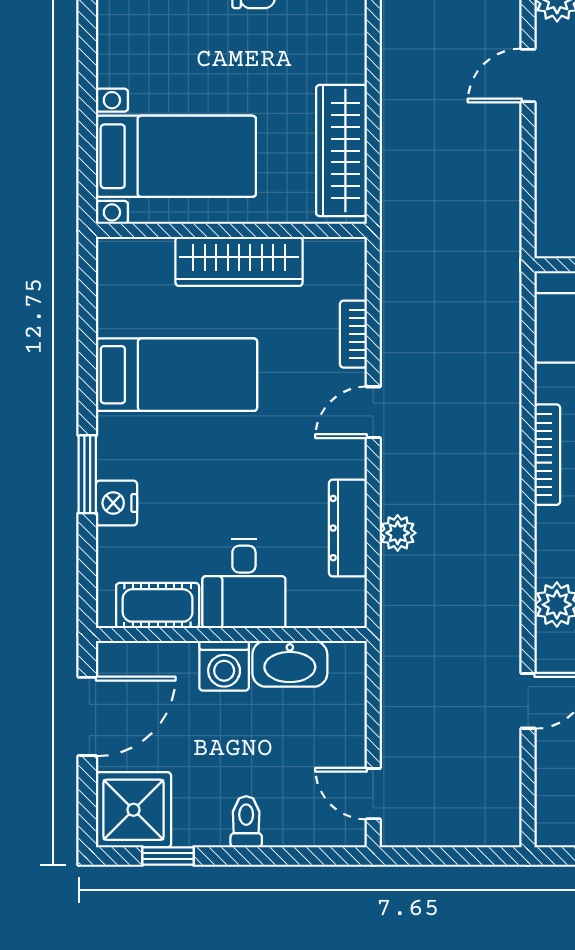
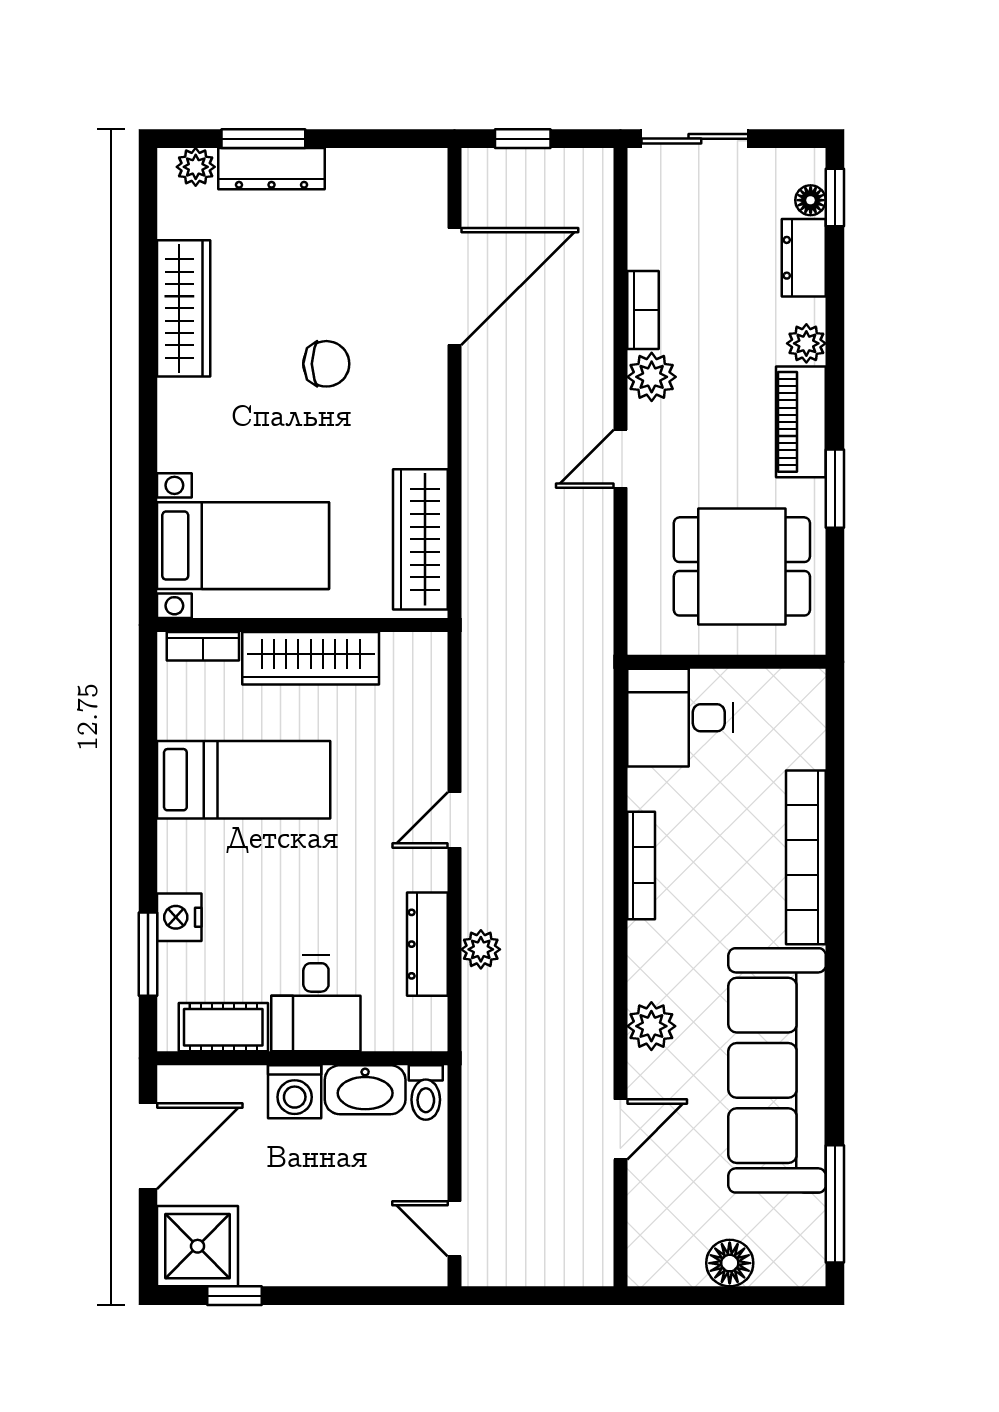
bookcase: (353, 334) -> (203, 646), moved, turned -90
window: (87, 474) -> (148, 954), moved
toilet: (246, 822) -> (426, 1093), moved, turned 180

